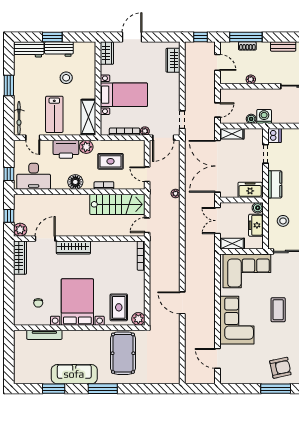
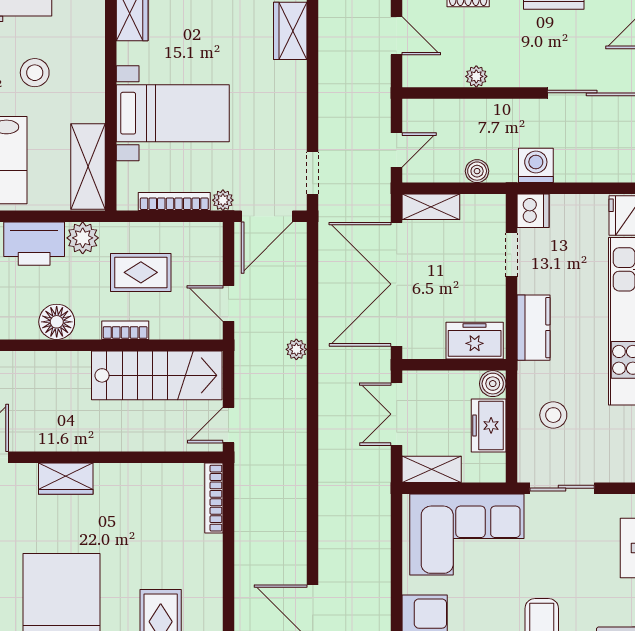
washing machine: (264, 117) -> (536, 165), moved
wardrobe: (73, 248) -> (66, 479), width x0.67

